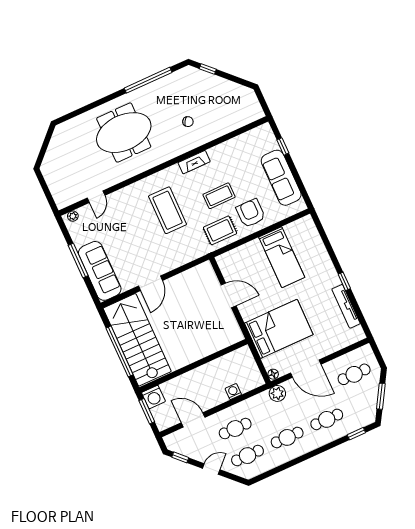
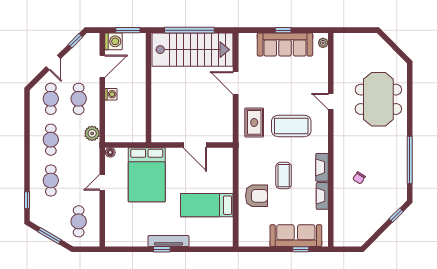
meeting table: (124, 133) -> (378, 99), moved
fireplace: (222, 149) -> (322, 196), added
sofa: (281, 178) -> (296, 236), moved
door: (96, 197) -> (331, 101), moved
rug: (220, 230) -> (254, 122), moved
window: (78, 261) -> (283, 30), width x0.46
sofa: (100, 271) -> (285, 44), moved
door: (229, 295) -> (195, 145), hinge flipped
tv unit: (346, 306) -> (168, 241), moved
door: (306, 369) -> (102, 182), width x0.53
washing machine: (233, 392) -> (111, 94), moved
plant: (277, 393) -> (92, 133), moved
washing machine: (153, 397) -> (114, 41), moved, turned 180

